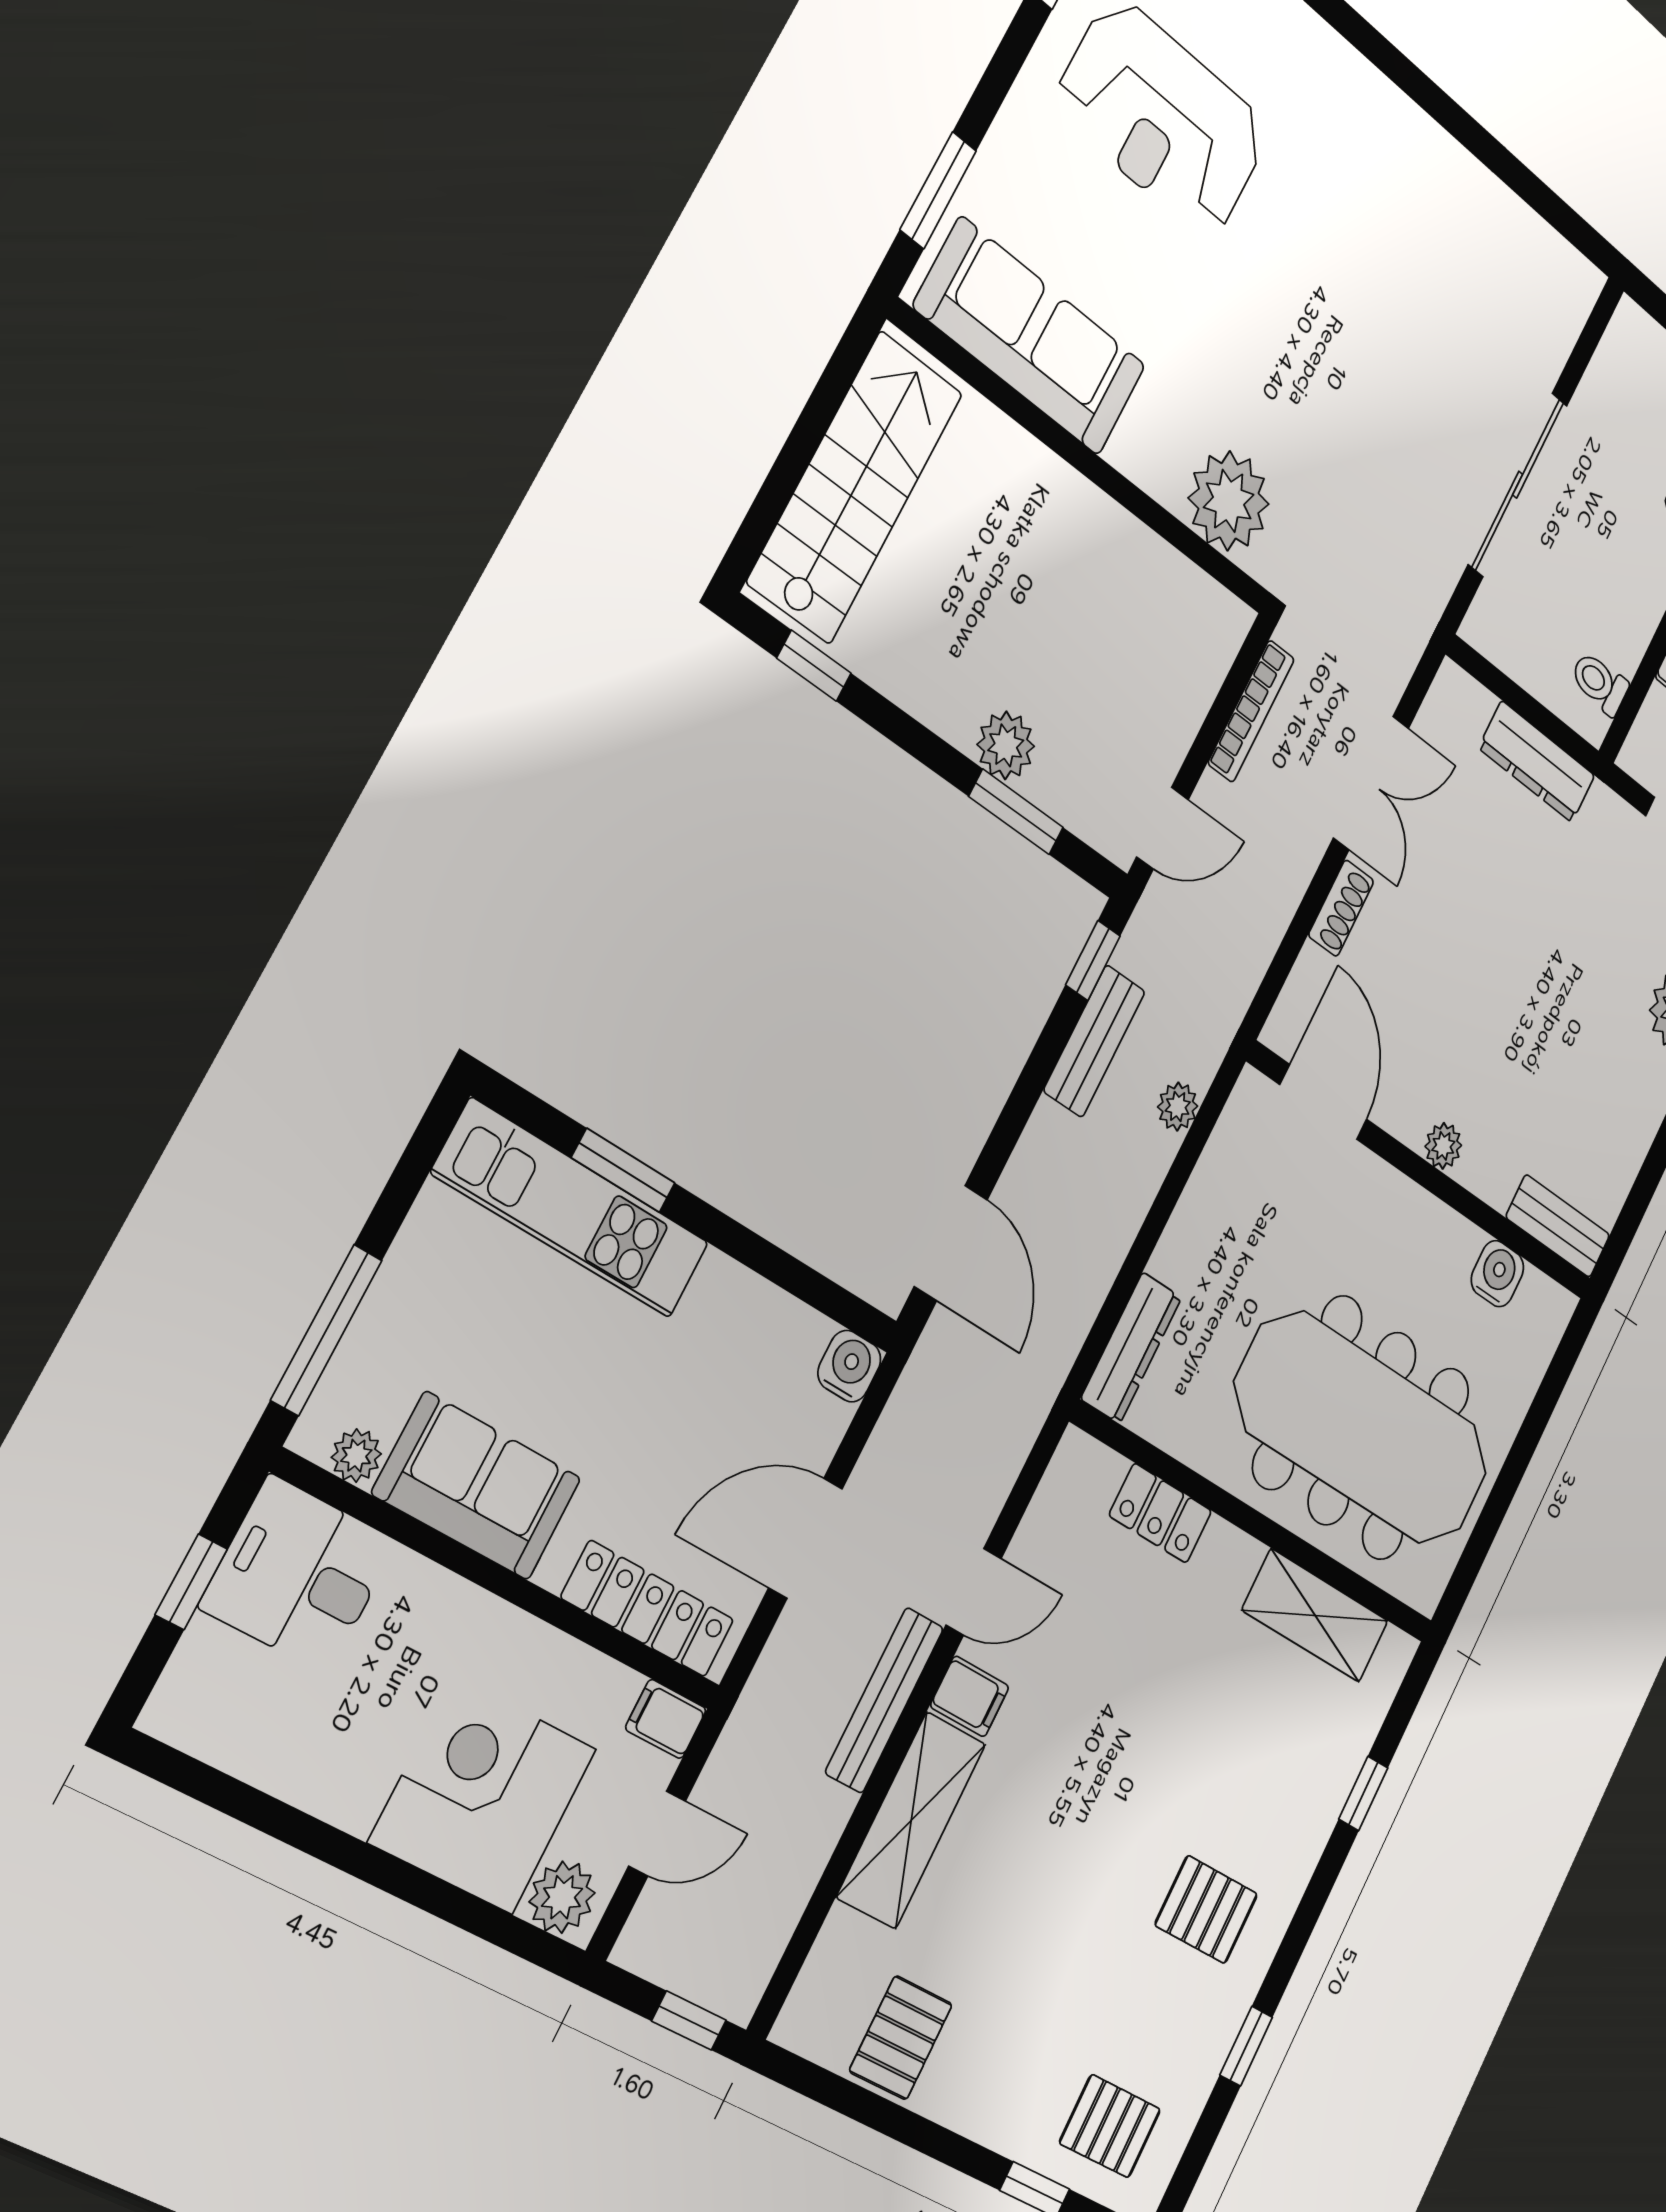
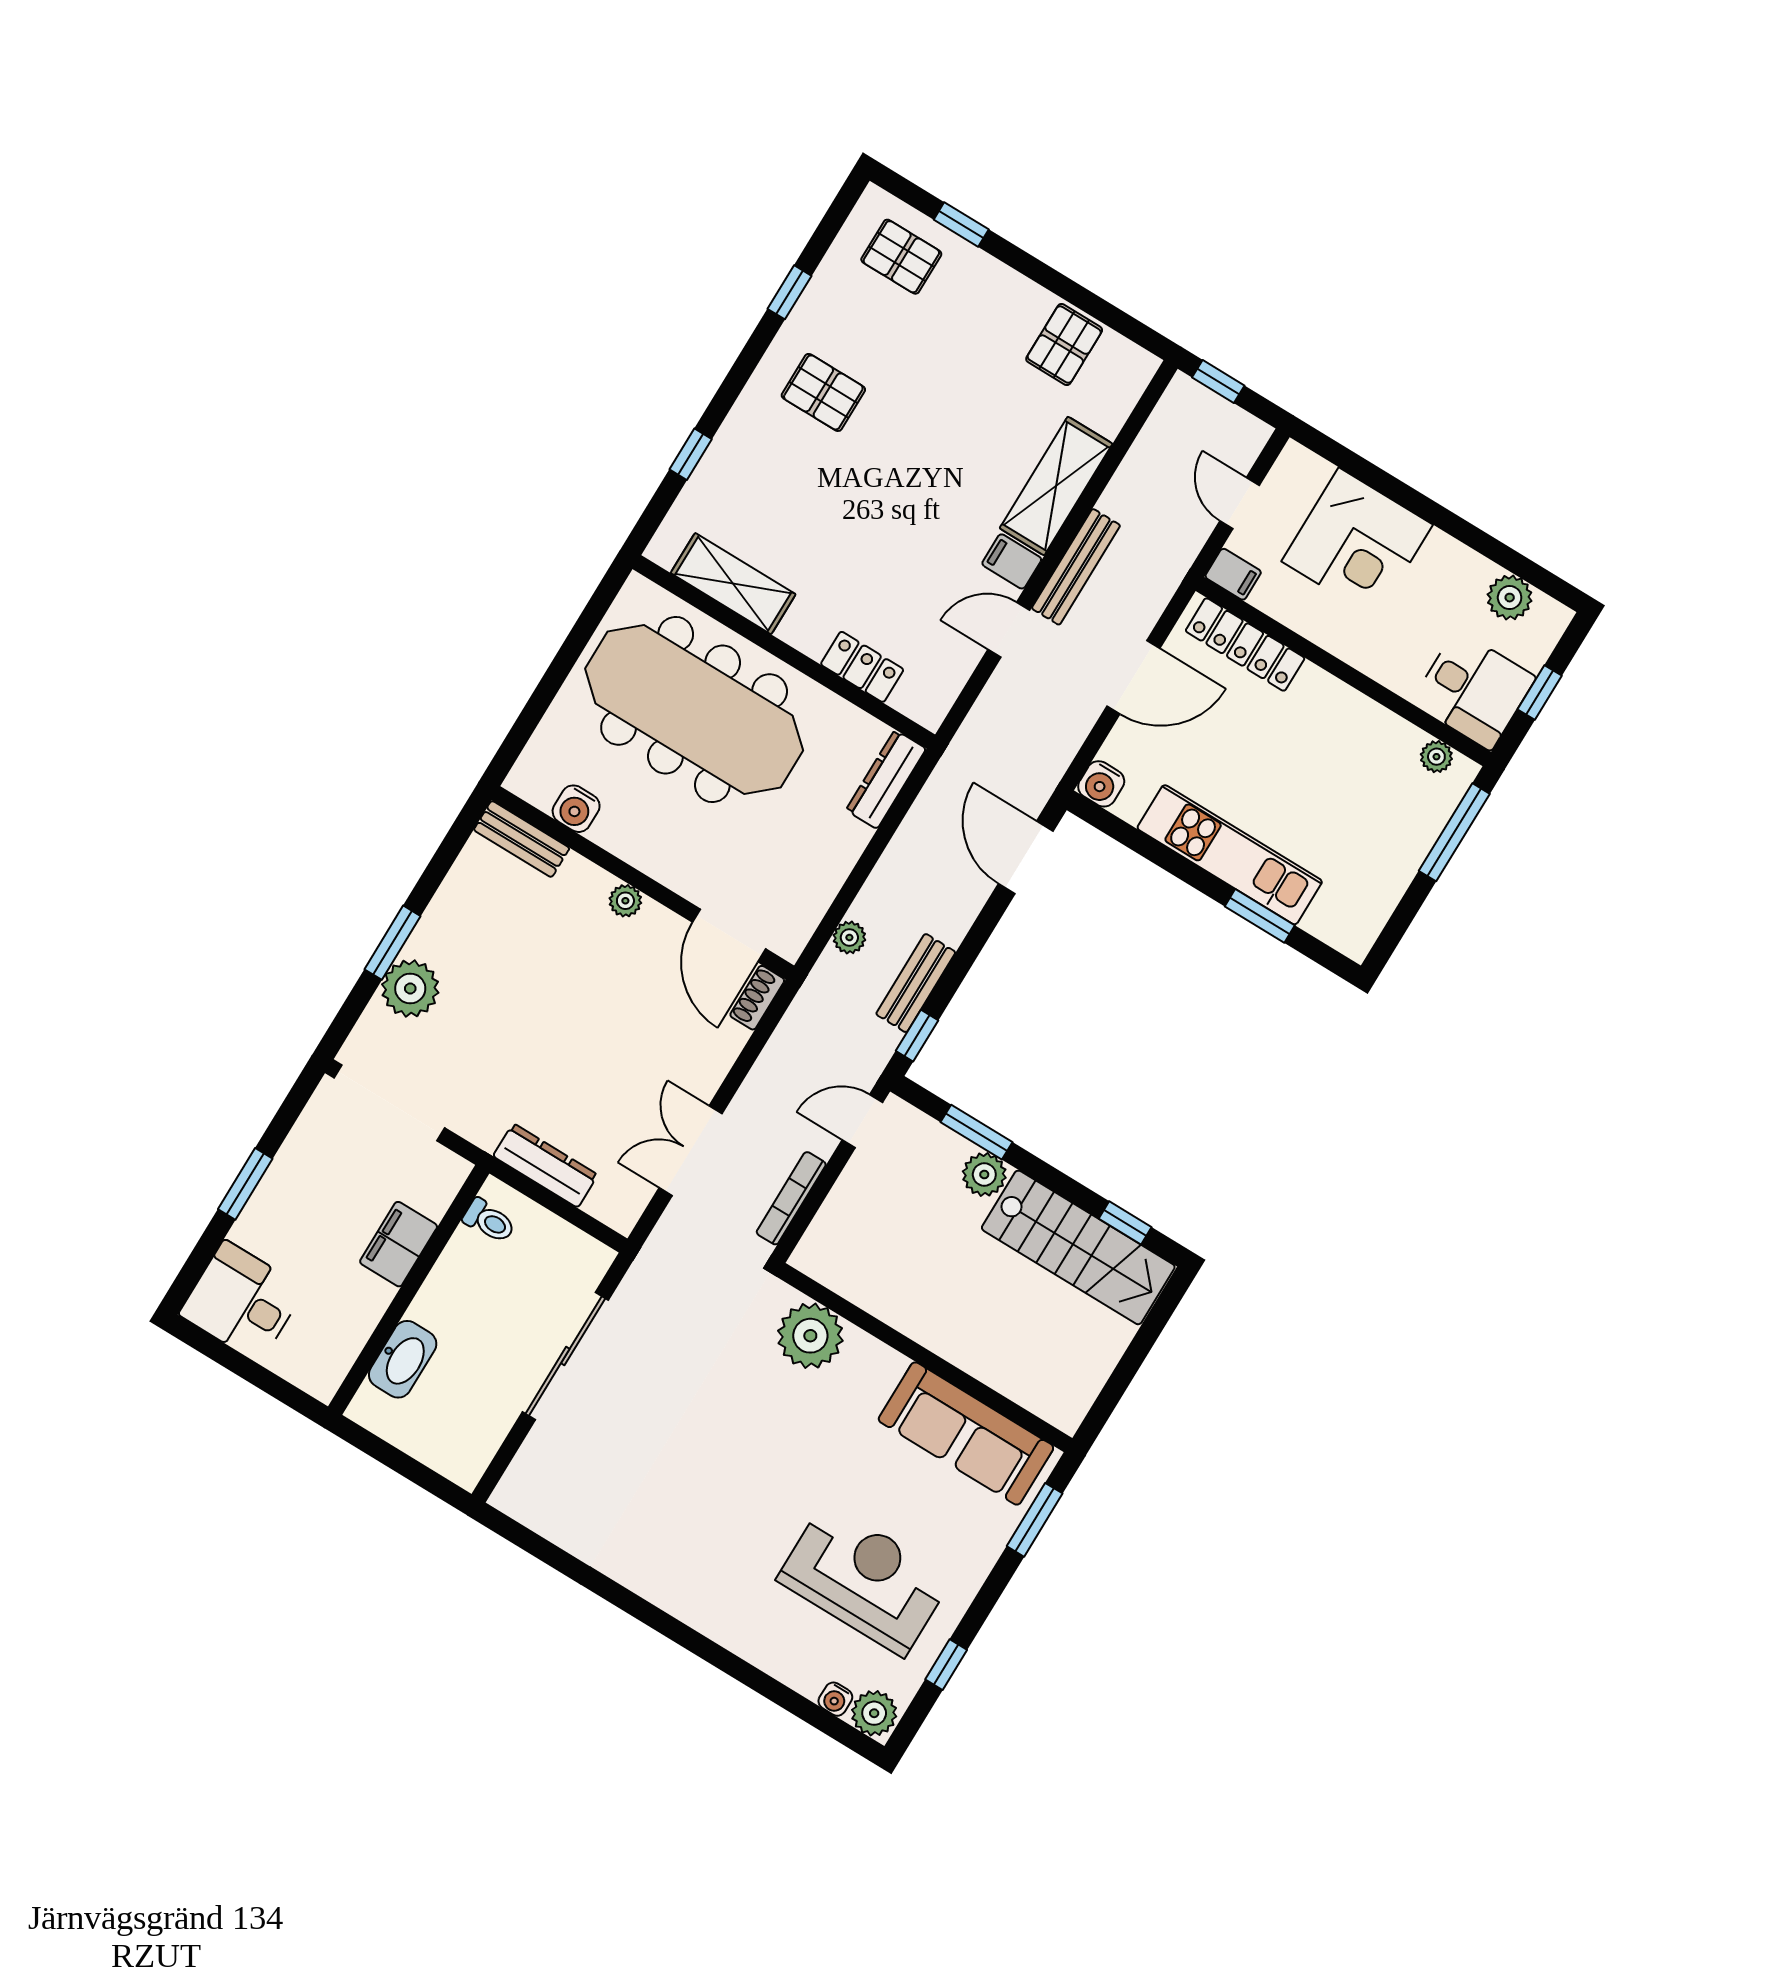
stairs: (855, 487) -> (1078, 1247), moved, turned -90
shoe rack: (1341, 908) -> (757, 998), moved
kitchen unit: (572, 1209) -> (1230, 855), moved
sofa: (477, 1486) -> (1359, 731), removed
door: (657, 1834) -> (1240, 503), hinge flipped
plant: (562, 1897) -> (1510, 598), moved

